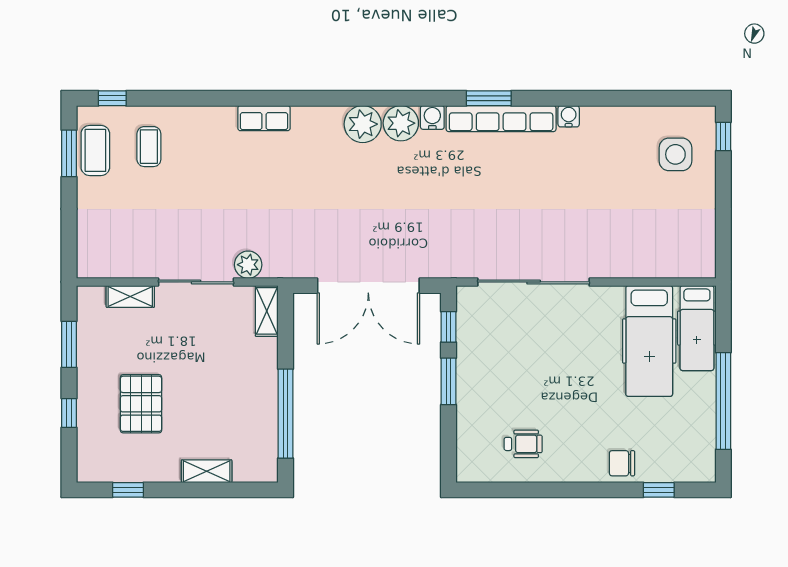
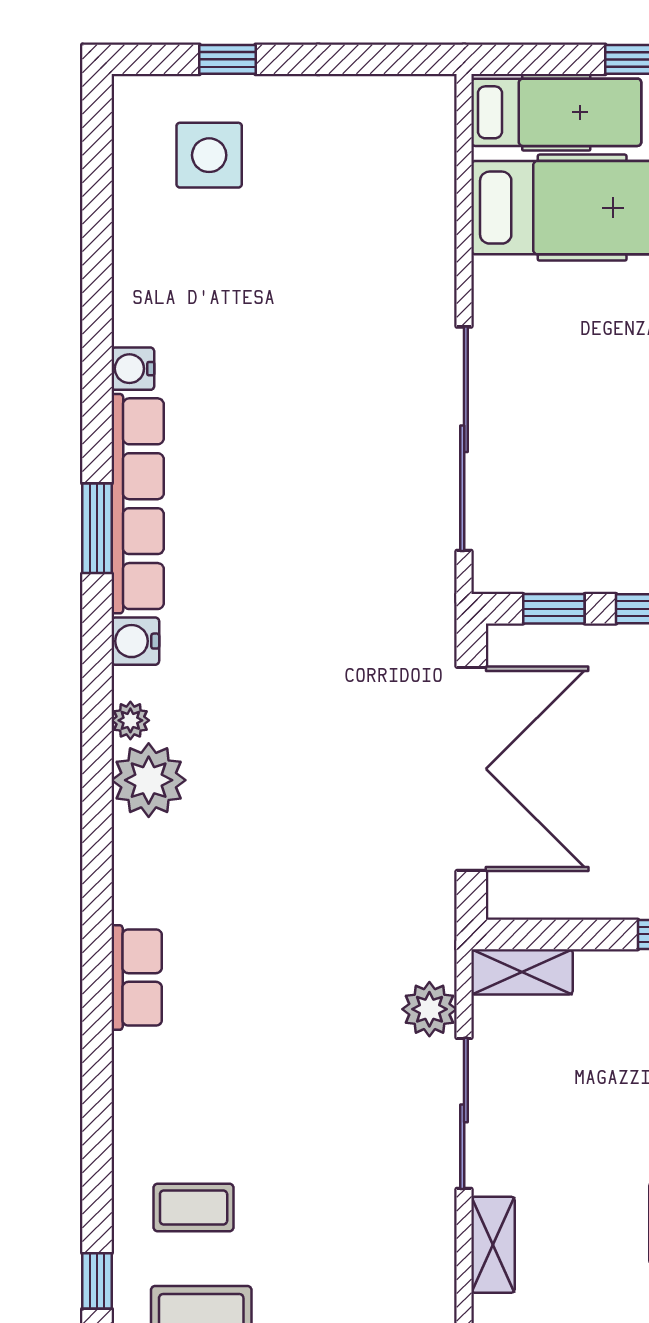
plant: (401, 123) -> (130, 720), width x0.53, depth x0.53
window: (723, 137) -> (227, 59), moved

